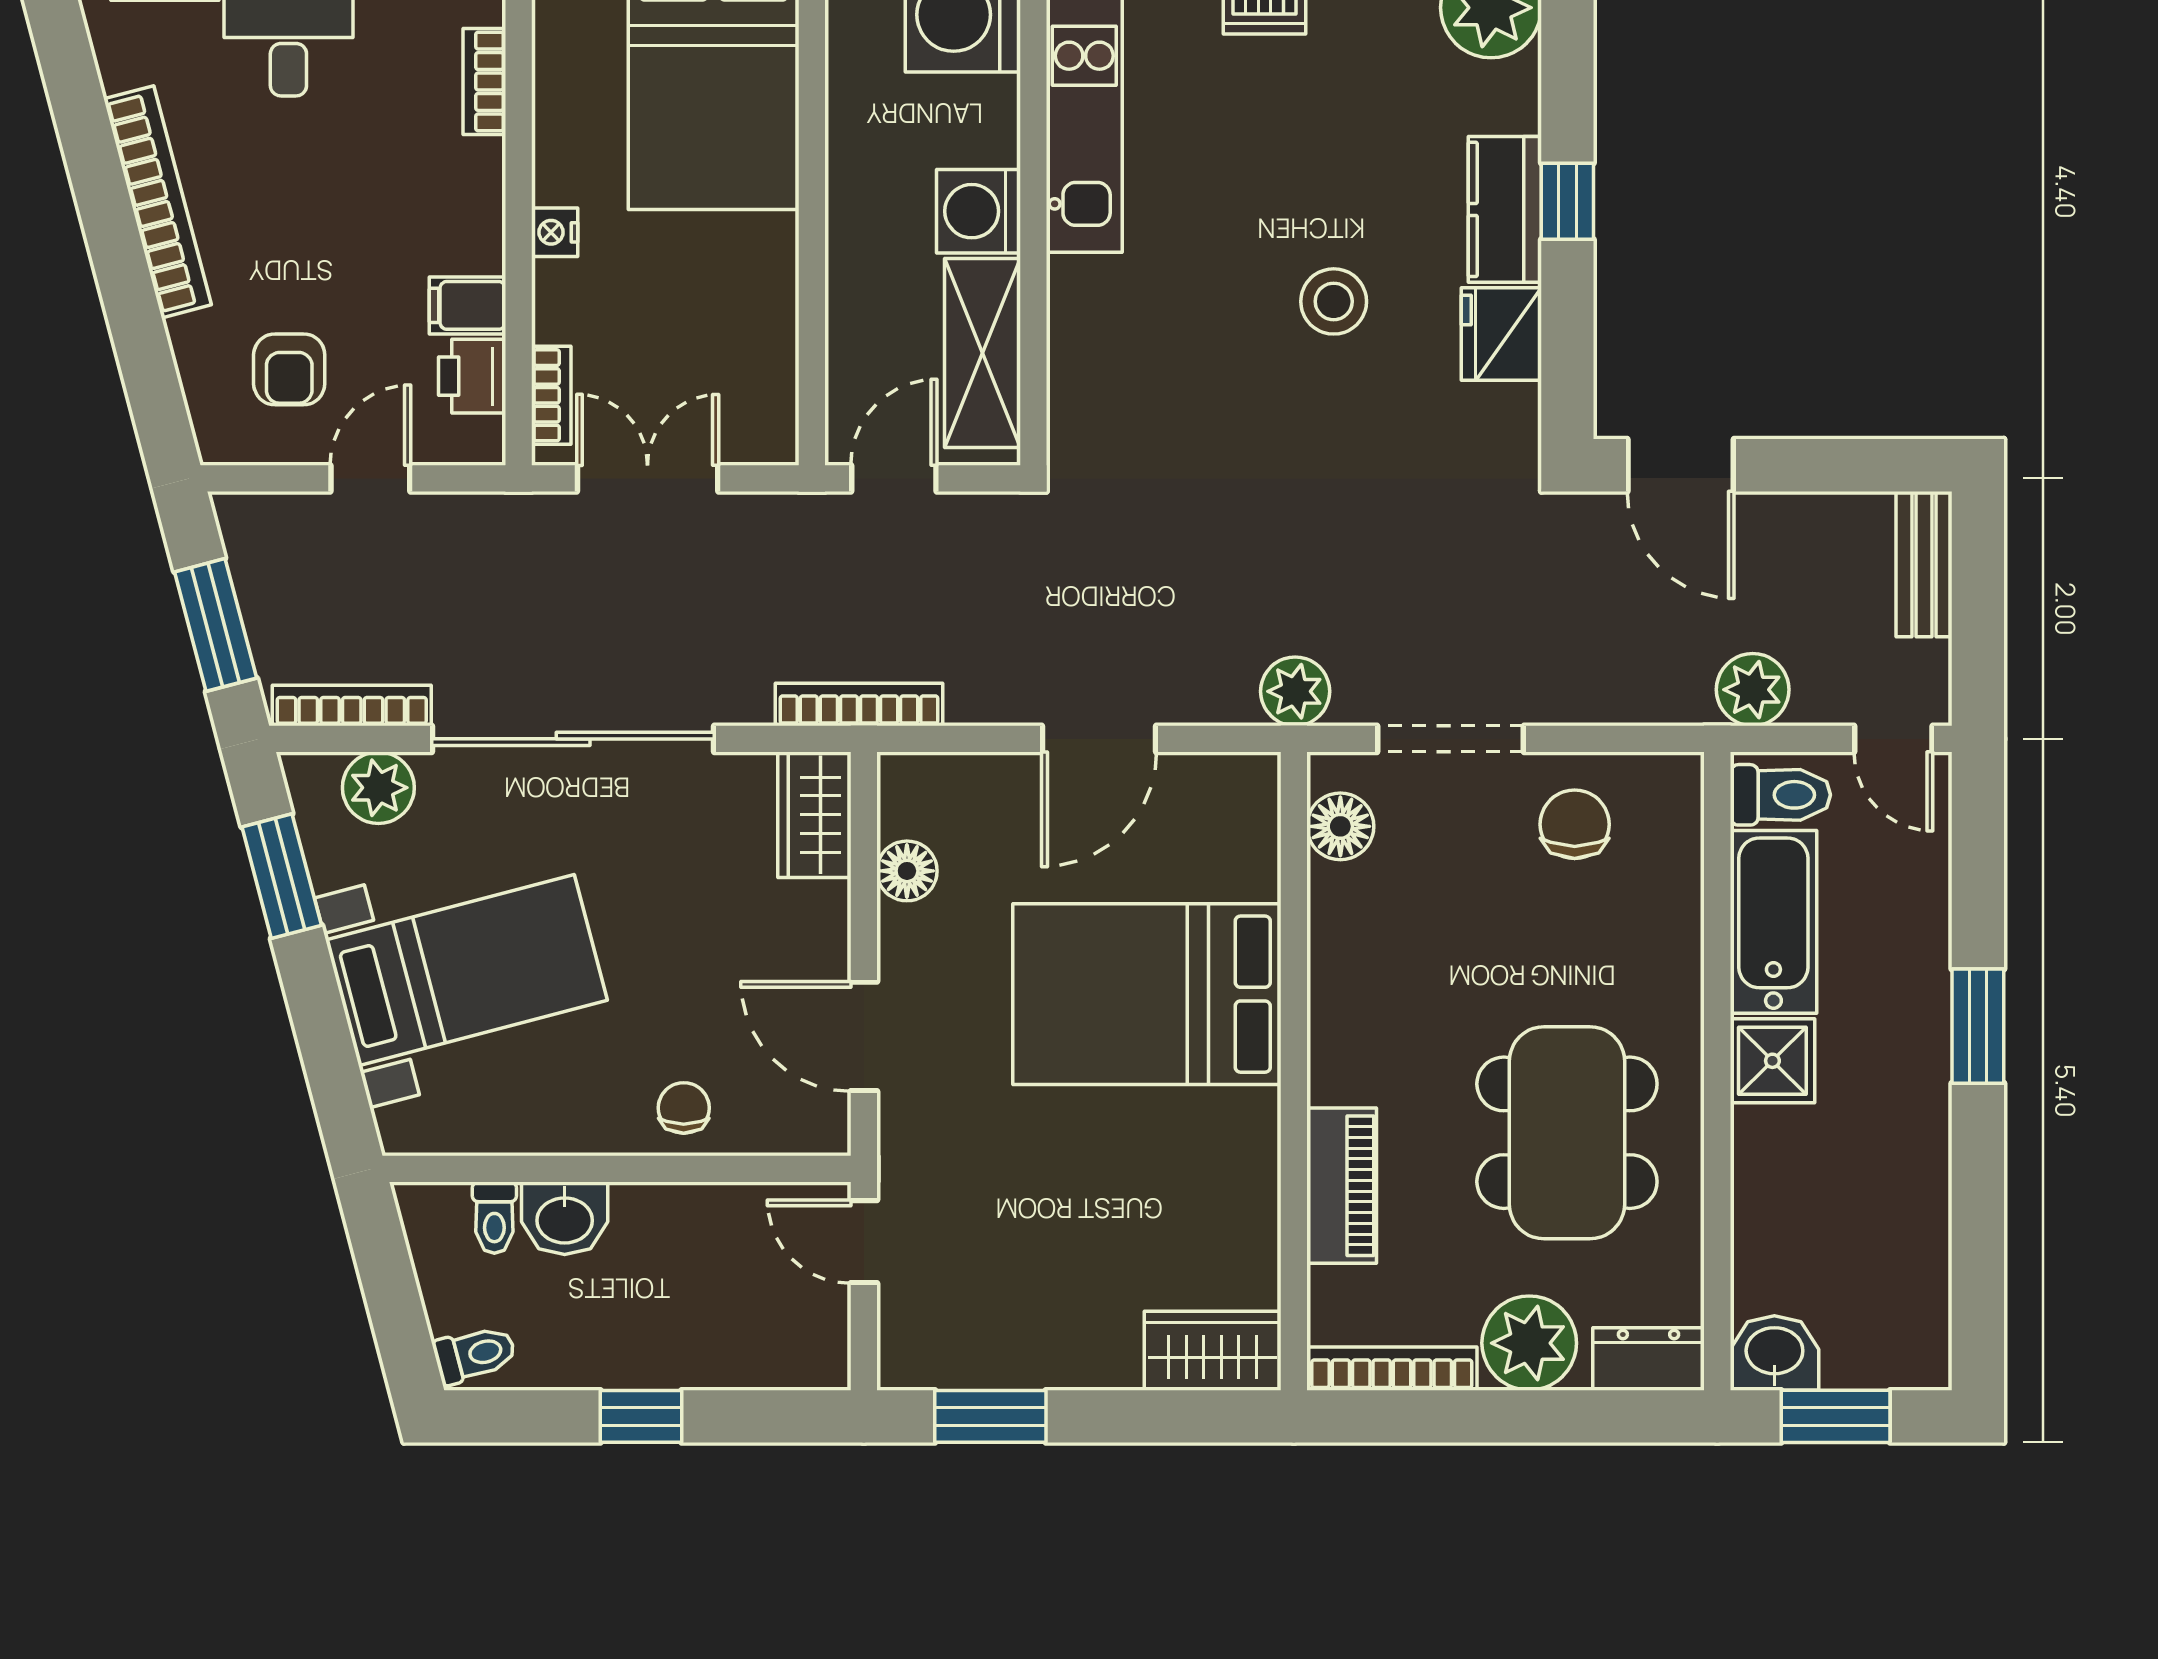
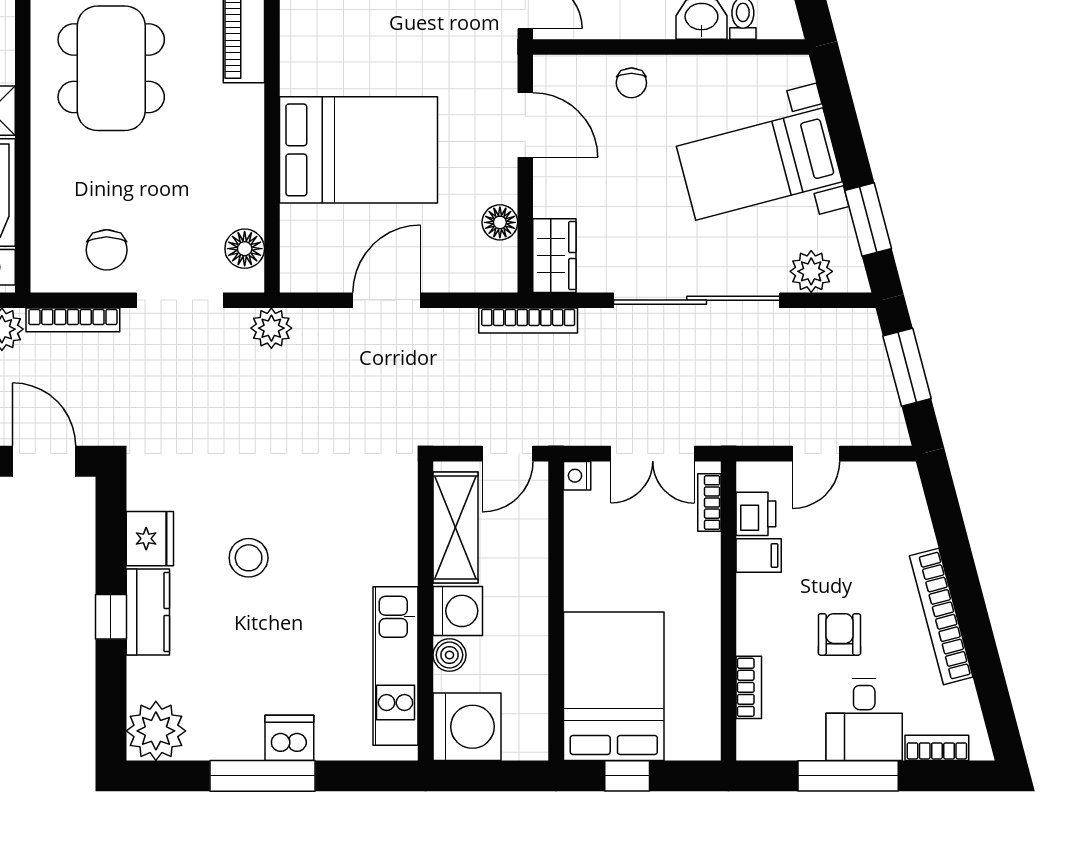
boiler: (993, 136) -> (449, 655), added
nightstand: (555, 232) -> (577, 476), moved, turned 180
armchair: (289, 369) -> (839, 634), moved
bookcase: (352, 706) -> (73, 320), moved

